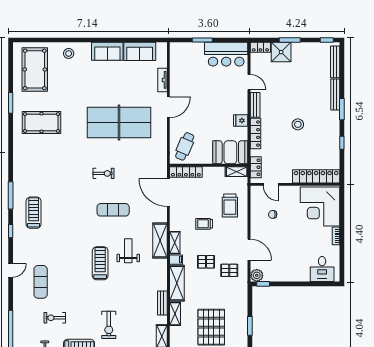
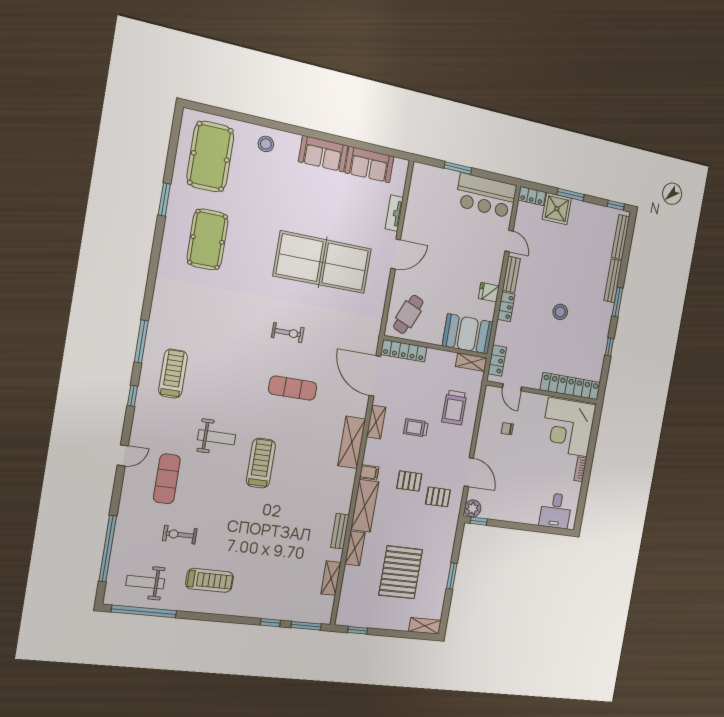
pool table: (41, 123) -> (208, 239), turned 90
locker: (255, 134) -> (506, 307), width x0.66
shelving: (175, 243) -> (376, 422), moved
weight bench: (128, 251) -> (217, 437), moved, turned 90
exercise bike: (109, 325) -> (259, 554), removed

